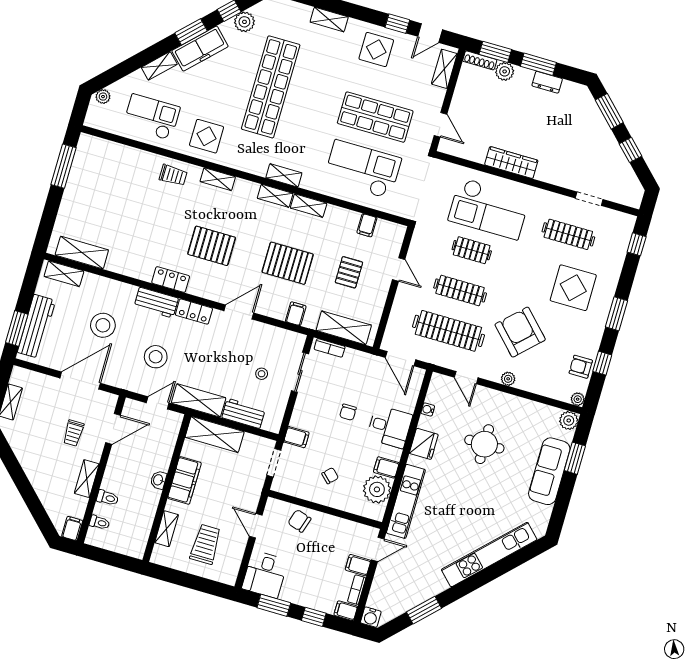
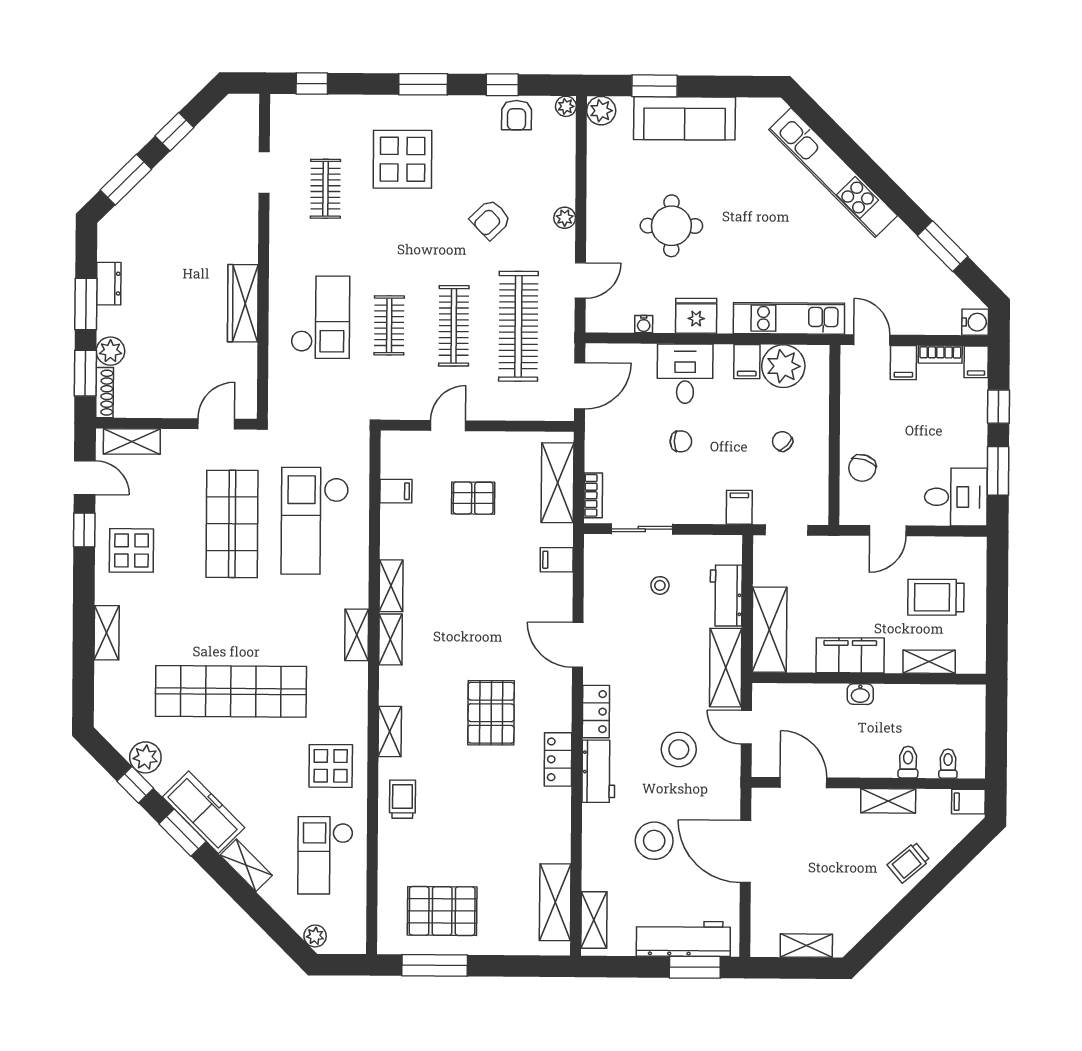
checkout: (489, 209) -> (320, 317), width x0.73, depth x0.83
clothes rail: (568, 234) -> (325, 189), width x0.73
pallet: (288, 263) -> (442, 911), moved, turned 90
armchair: (520, 332) -> (490, 219), width x0.53, depth x0.53
trolley: (73, 433) -> (909, 862), moved, turned 140

